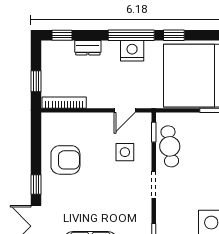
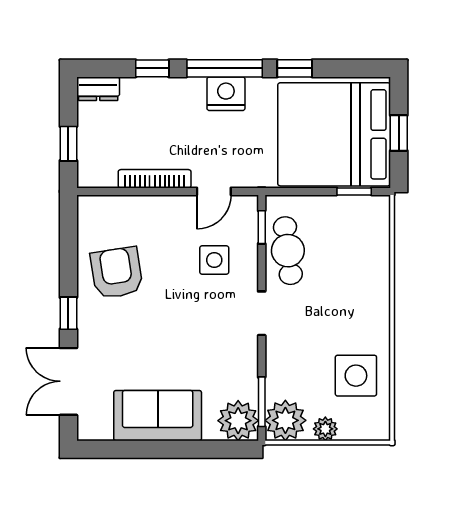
window: (62, 35) -> (152, 68), moved
dresser: (88, 48) -> (98, 89), moved
bookcase: (64, 103) -> (155, 179), moved
armchair: (65, 160) -> (117, 273), turned -99

